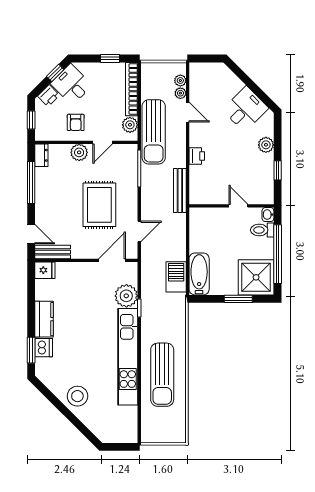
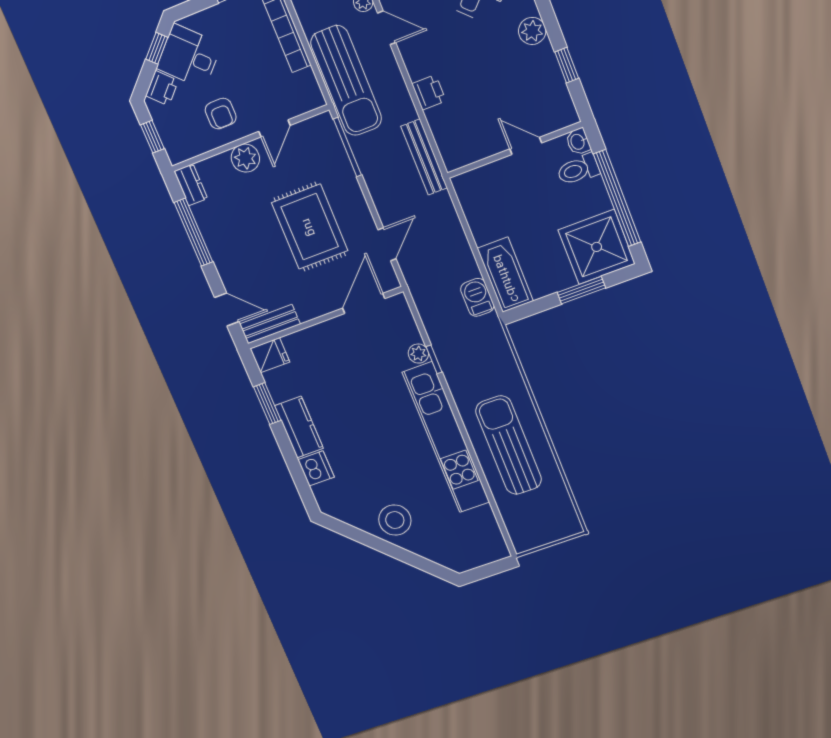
plant: (130, 125) -> (305, 84), removed
barbecue: (176, 277) -> (477, 297), width x0.73, depth x0.79
plant: (126, 296) -> (418, 354), width x0.53, depth x0.53
window: (31, 350) -> (267, 404), moved
sun lounger: (162, 375) -> (509, 445), turned 180

